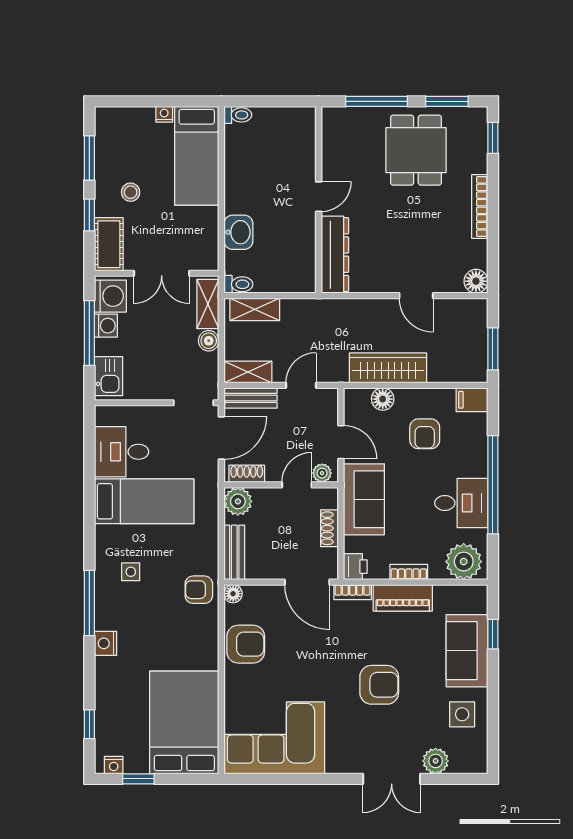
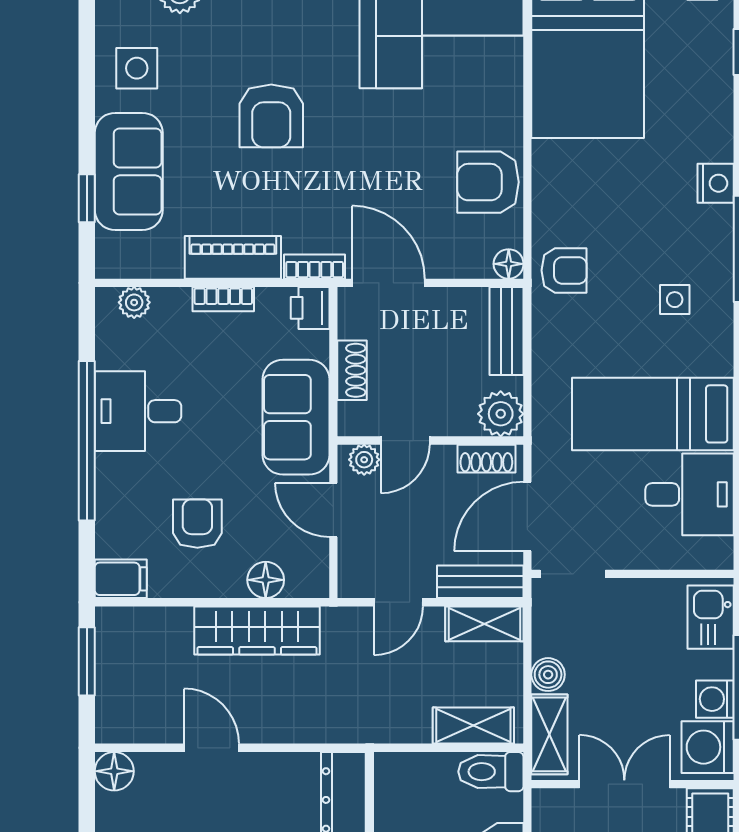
toilet: (238, 284) -> (491, 772), width x1.37, depth x1.39
plant: (464, 562) -> (134, 302), width x0.53, depth x0.53
armchair: (379, 685) -> (271, 116), turned -90

